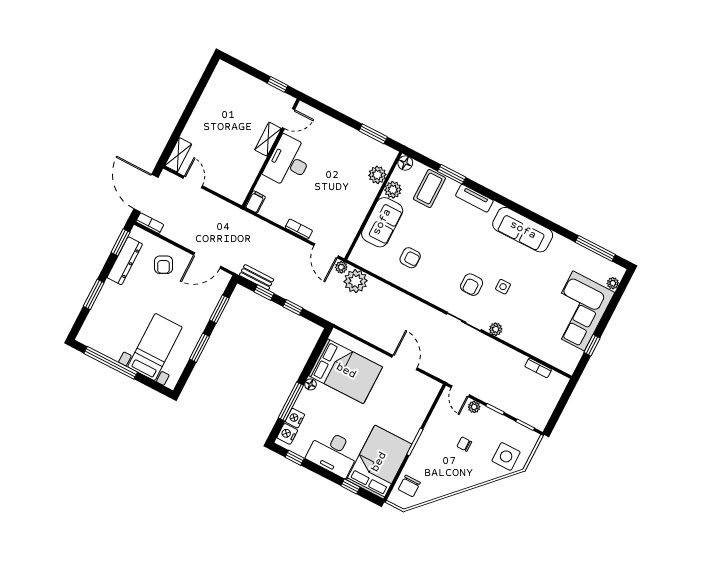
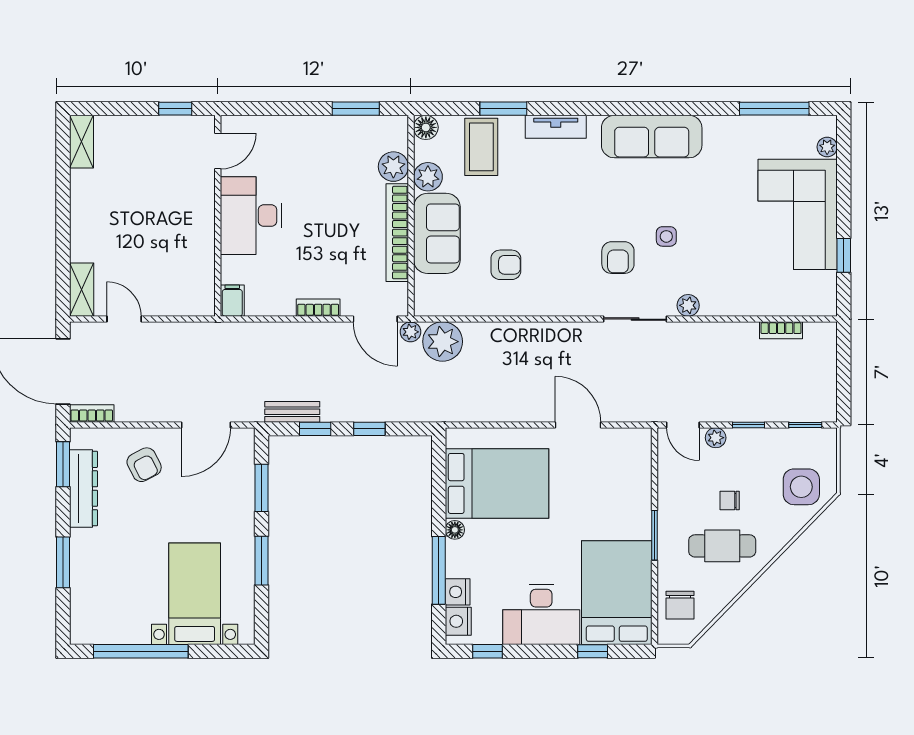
shelving: (268, 139) -> (81, 142), moved
bookcase: (361, 211) -> (397, 233), added
cafe table: (448, 466) -> (722, 546), added

